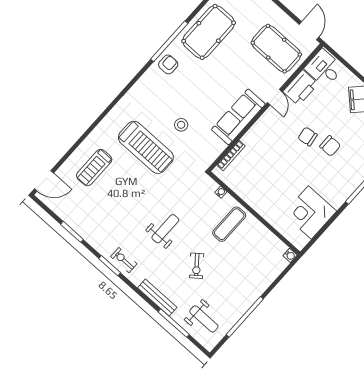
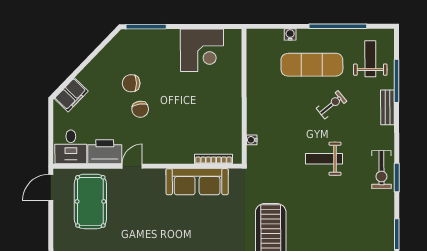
sofa: (238, 117) -> (197, 182), moved
stool: (181, 125) -> (225, 224), removed
chair: (330, 146) -> (131, 83), turned -90
exercise mat: (229, 224) -> (312, 65), moved, width x1.36, depth x1.45
water cooler: (290, 255) -> (290, 34), moved
exercise bike: (124, 260) -> (381, 170), width x1.38, depth x1.39
bench: (157, 298) -> (387, 107), width x0.73

